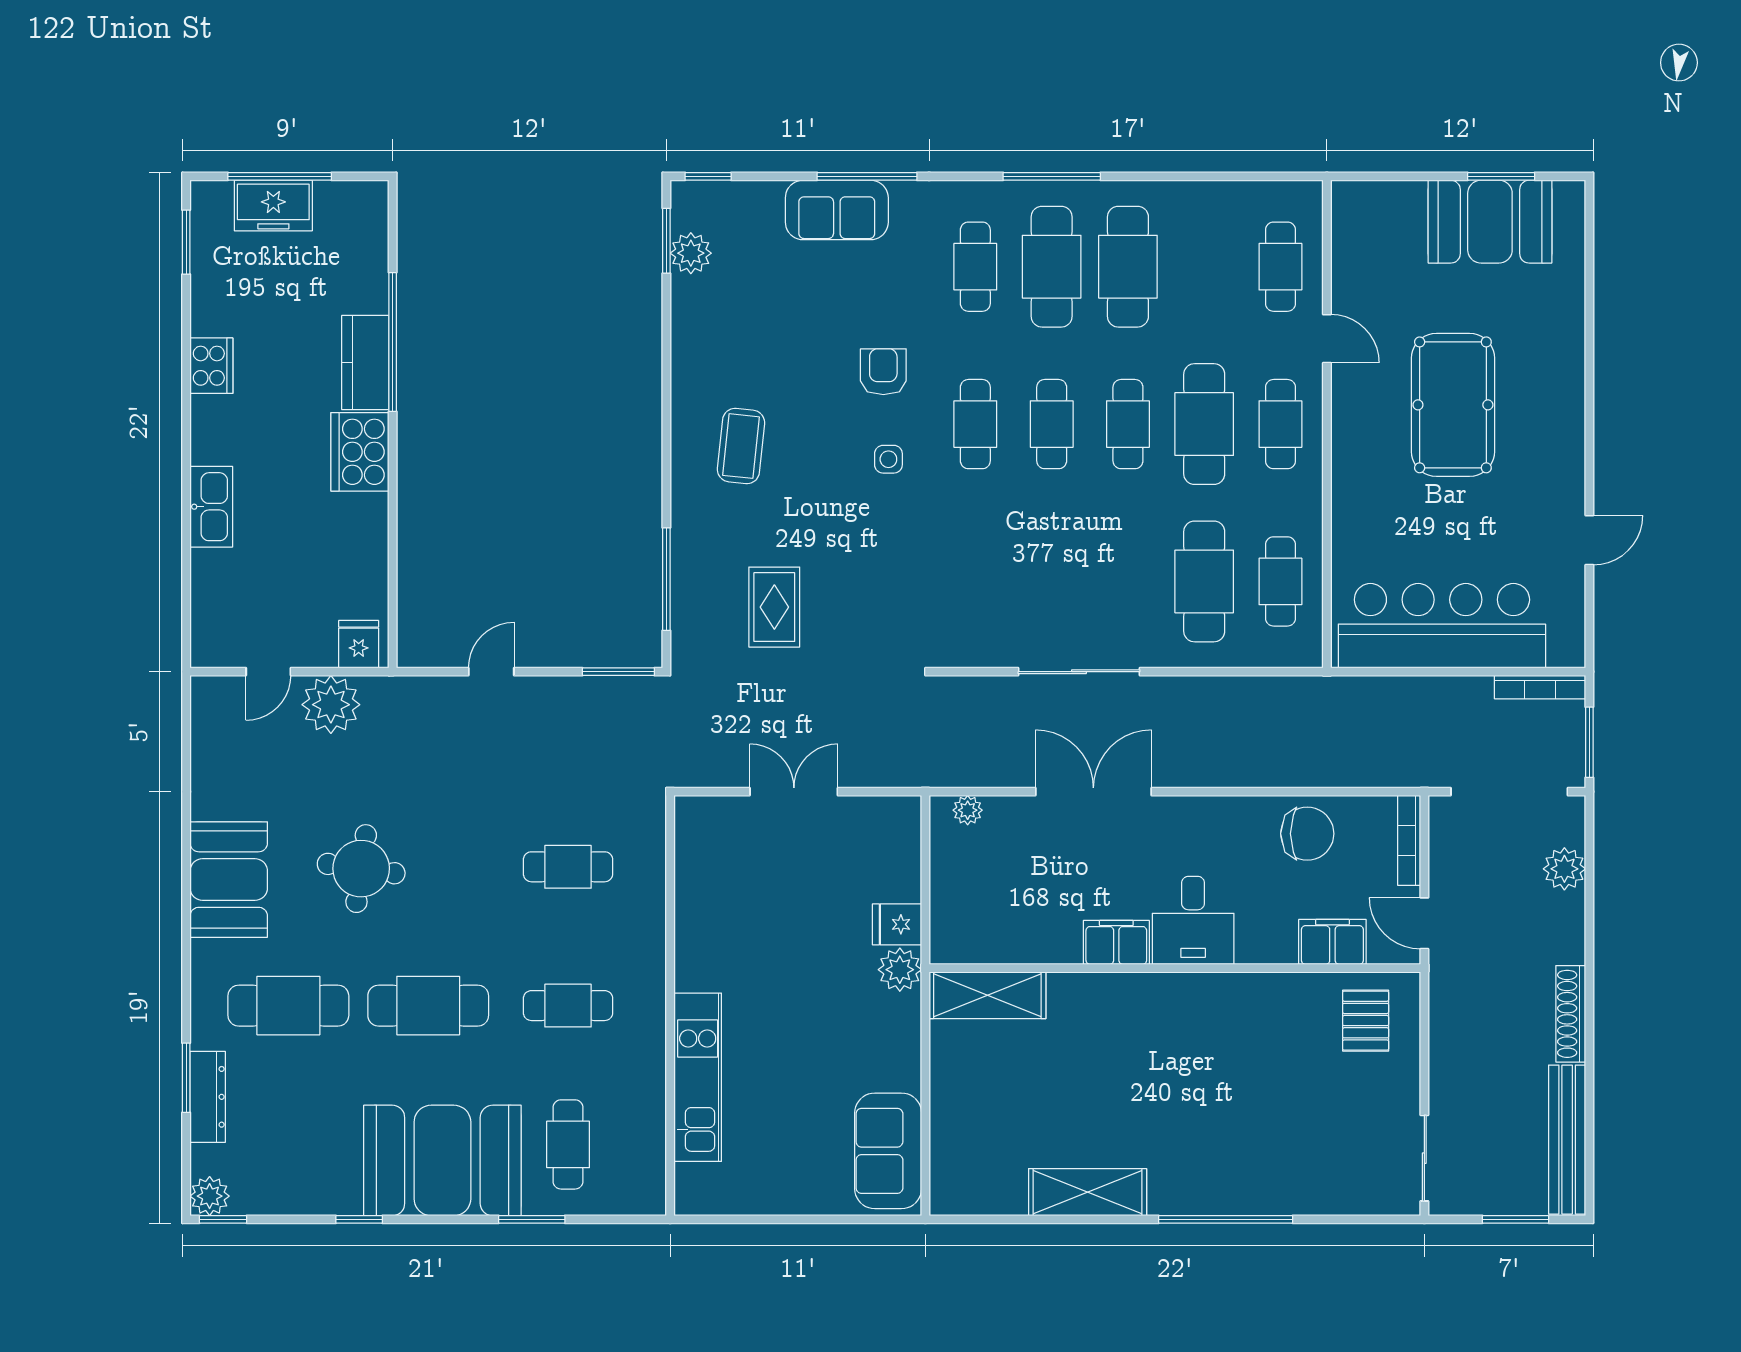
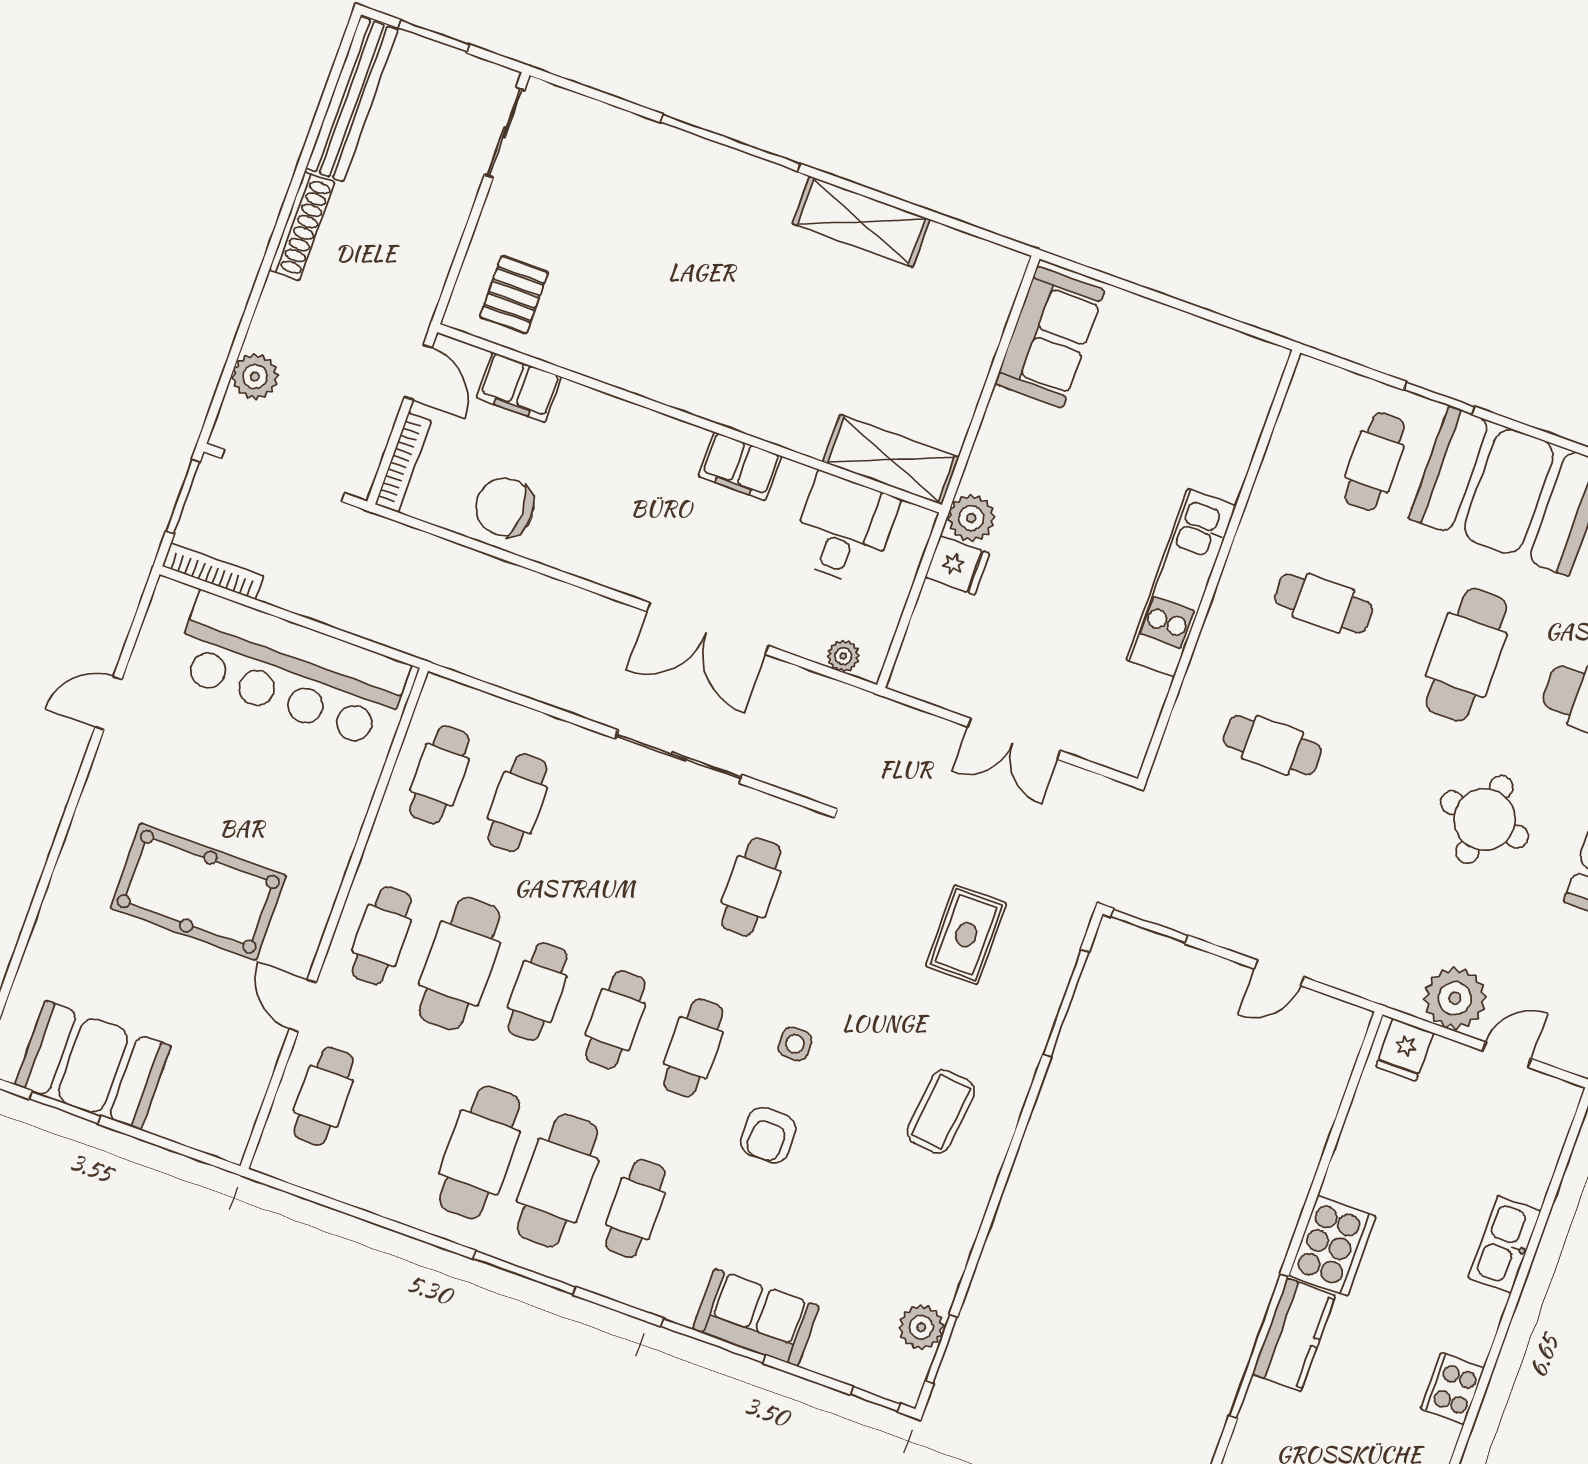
pool table: (1453, 405) -> (198, 892), turned 90
cafe table: (975, 581) -> (751, 887), added
cafe table: (1204, 581) -> (517, 803), width x0.73, depth x0.74
desk: (1193, 920) -> (844, 529), moved
cafe table: (428, 1006) -> (1466, 655), turned 90
kitchen unit: (698, 1077) -> (1181, 583), moved

